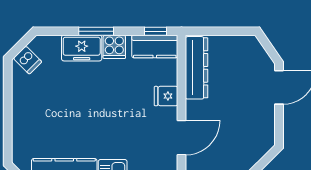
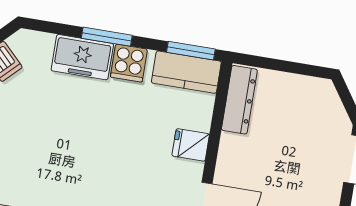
window: (155, 31) -> (191, 51), width x1.50
dresser: (197, 68) -> (239, 100), width x0.73, depth x0.80

